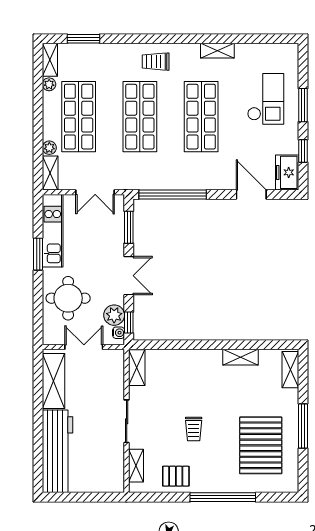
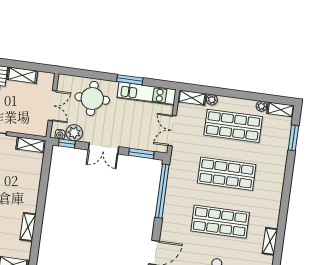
trolley: (156, 62) -> (268, 192), removed
shelving: (54, 381) -> (22, 75), width x0.67, depth x0.75

